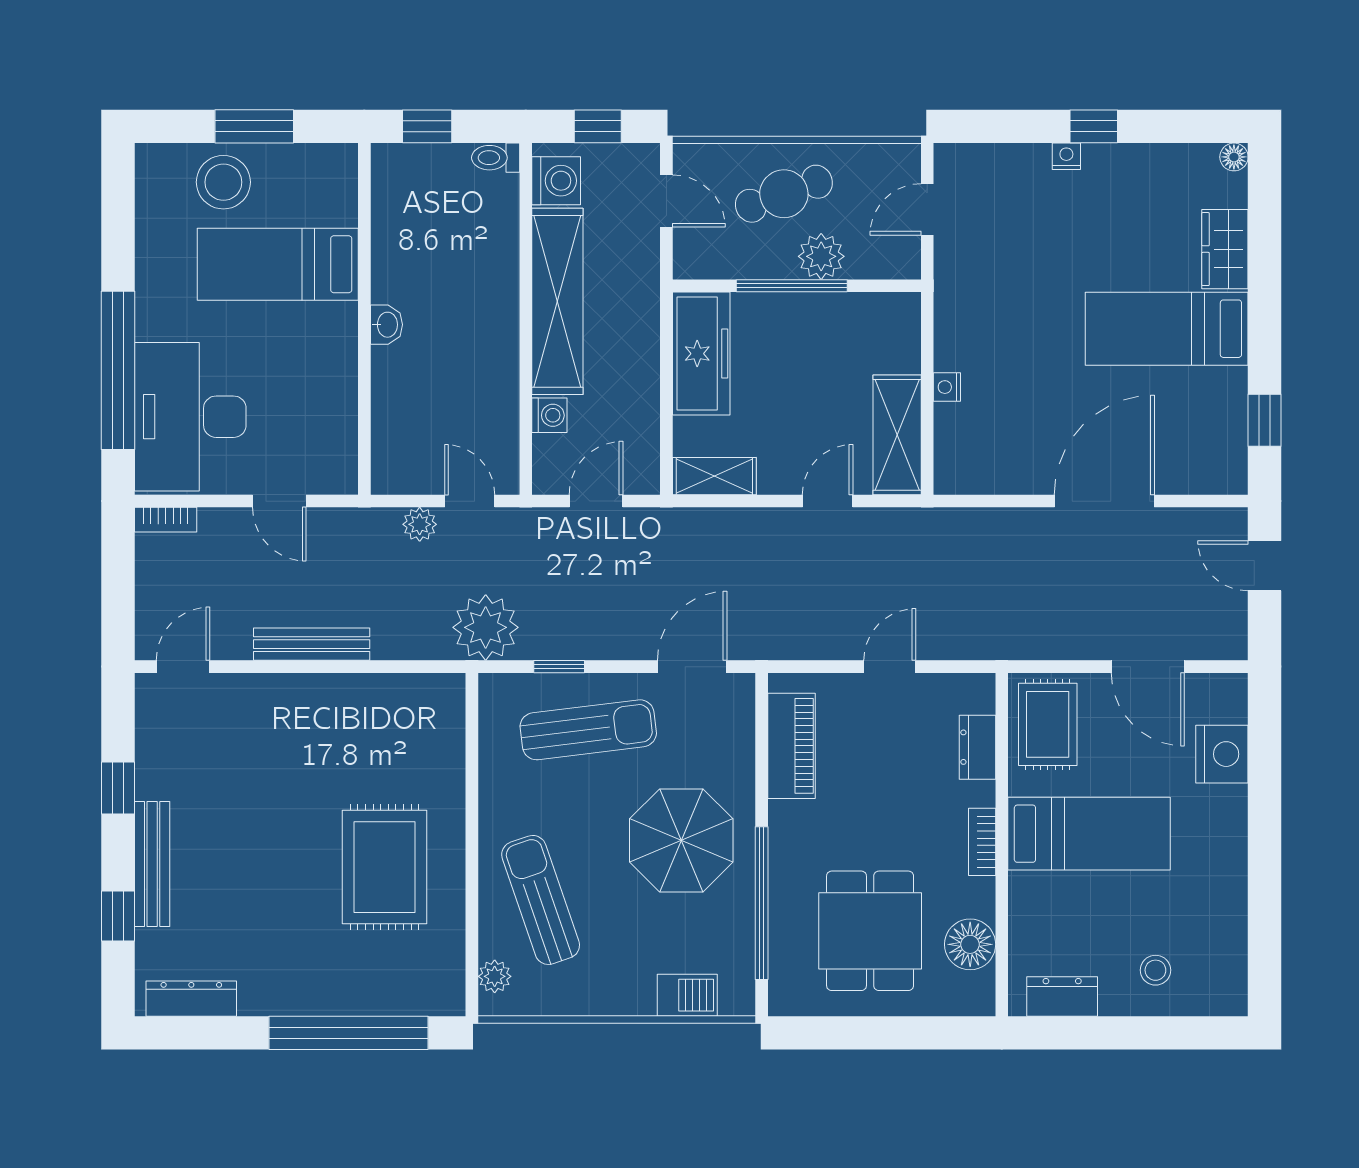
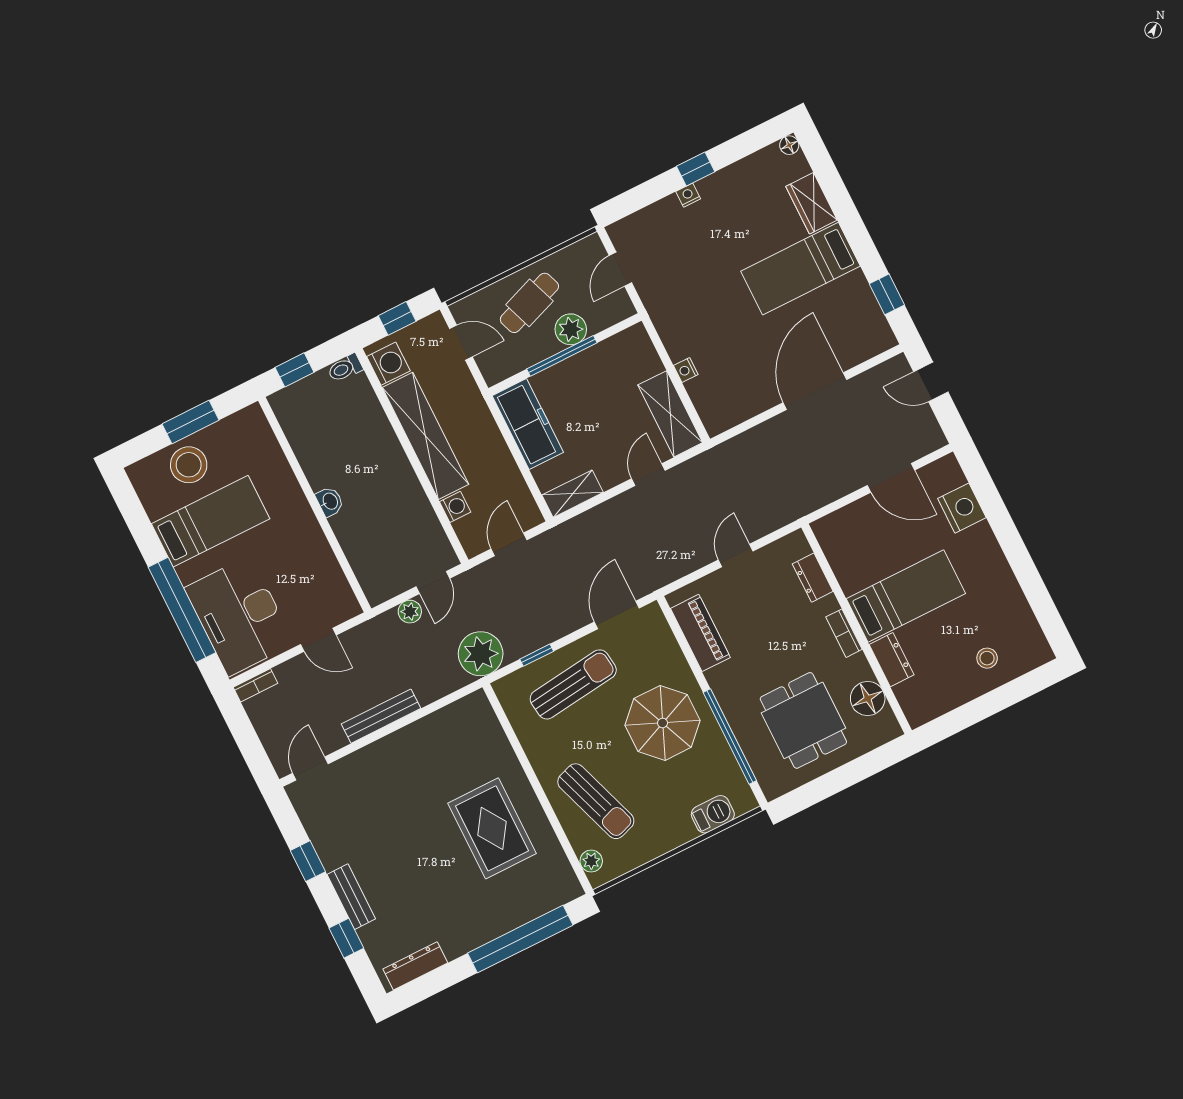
bed: (278, 264) -> (211, 521), moved, turned 180
door: (470, 501) -> (433, 582), swing flipped
rug: (1048, 724) -> (848, 543), removed
bench: (152, 864) -> (351, 897), width x0.73
sun lounger: (541, 900) -> (596, 801), turned 180
dresser: (1062, 997) -> (892, 660), moved, turned 90

